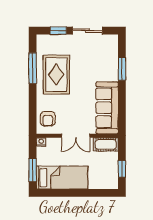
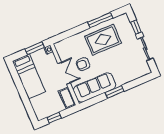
window: (122, 69) -> (114, 92), moved
armchair: (48, 119) -> (83, 64), moved
double door: (76, 136) -> (64, 73), swing flipped
window: (33, 170) -> (35, 48), moved

